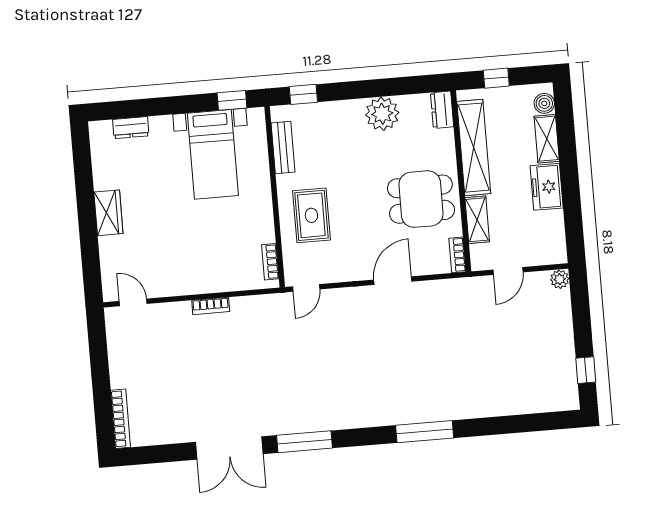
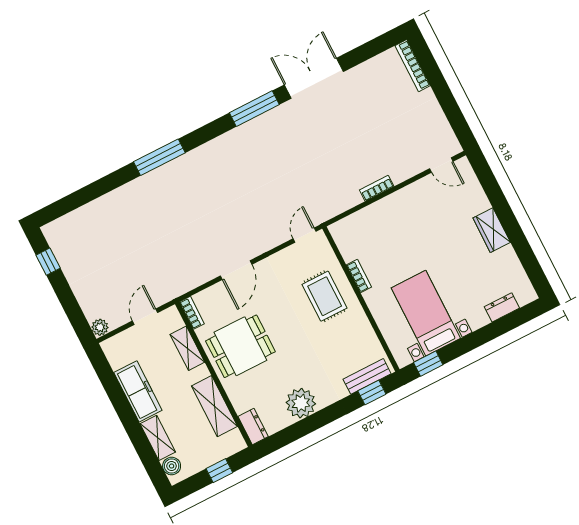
bench: (283, 147) -> (367, 376), moved, turned 90
shelving: (474, 148) -> (214, 406), width x0.68
freezer: (547, 187) -> (138, 391), width x1.40
bookcase: (270, 262) -> (359, 276), moved

